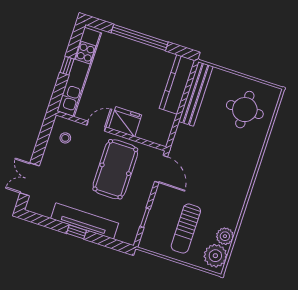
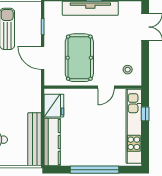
window: (67, 66) -> (145, 114), moved
fridge: (125, 122) -> (54, 106), moved, turned -90
door: (161, 169) -> (43, 58), moved

